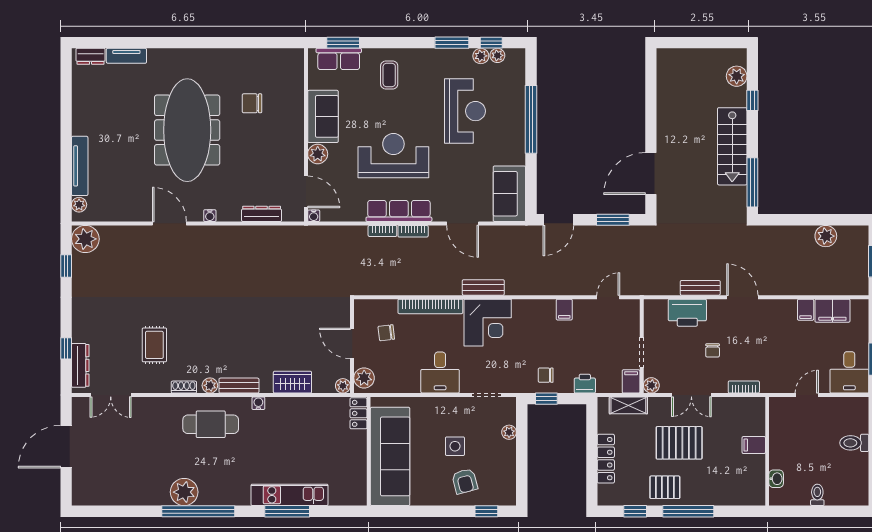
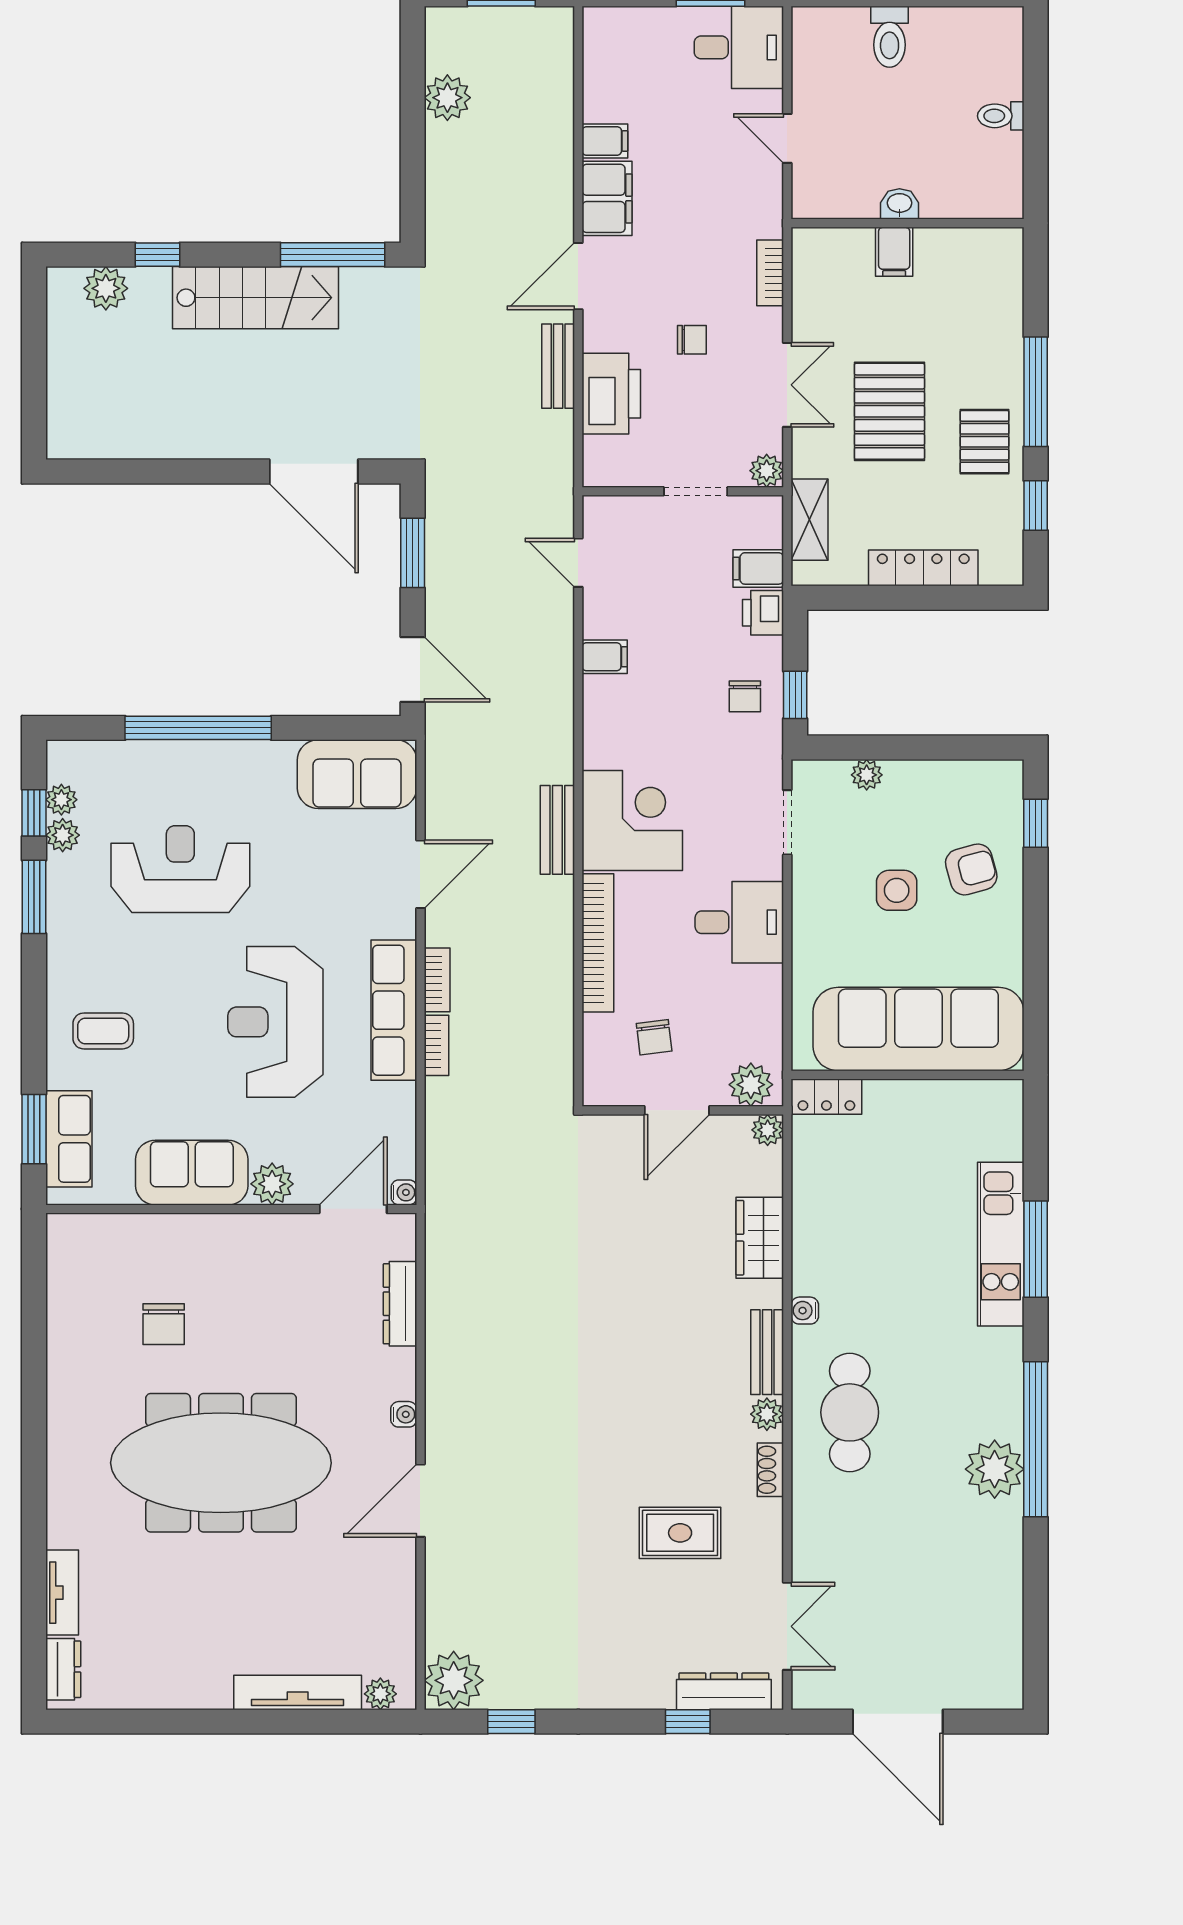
filing cabinet: (832, 311) -> (607, 198), moved
filing cabinet: (631, 381) -> (758, 568), moved
washbasin: (776, 479) -> (899, 204), moved

